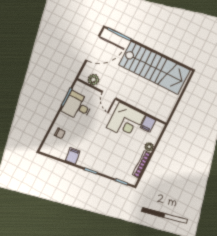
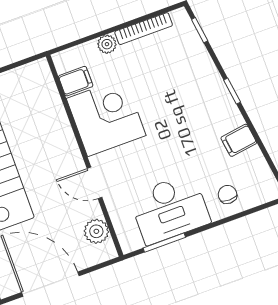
door: (109, 95) -> (95, 183), swing flipped
desk: (77, 106) -> (170, 209), width x1.37

